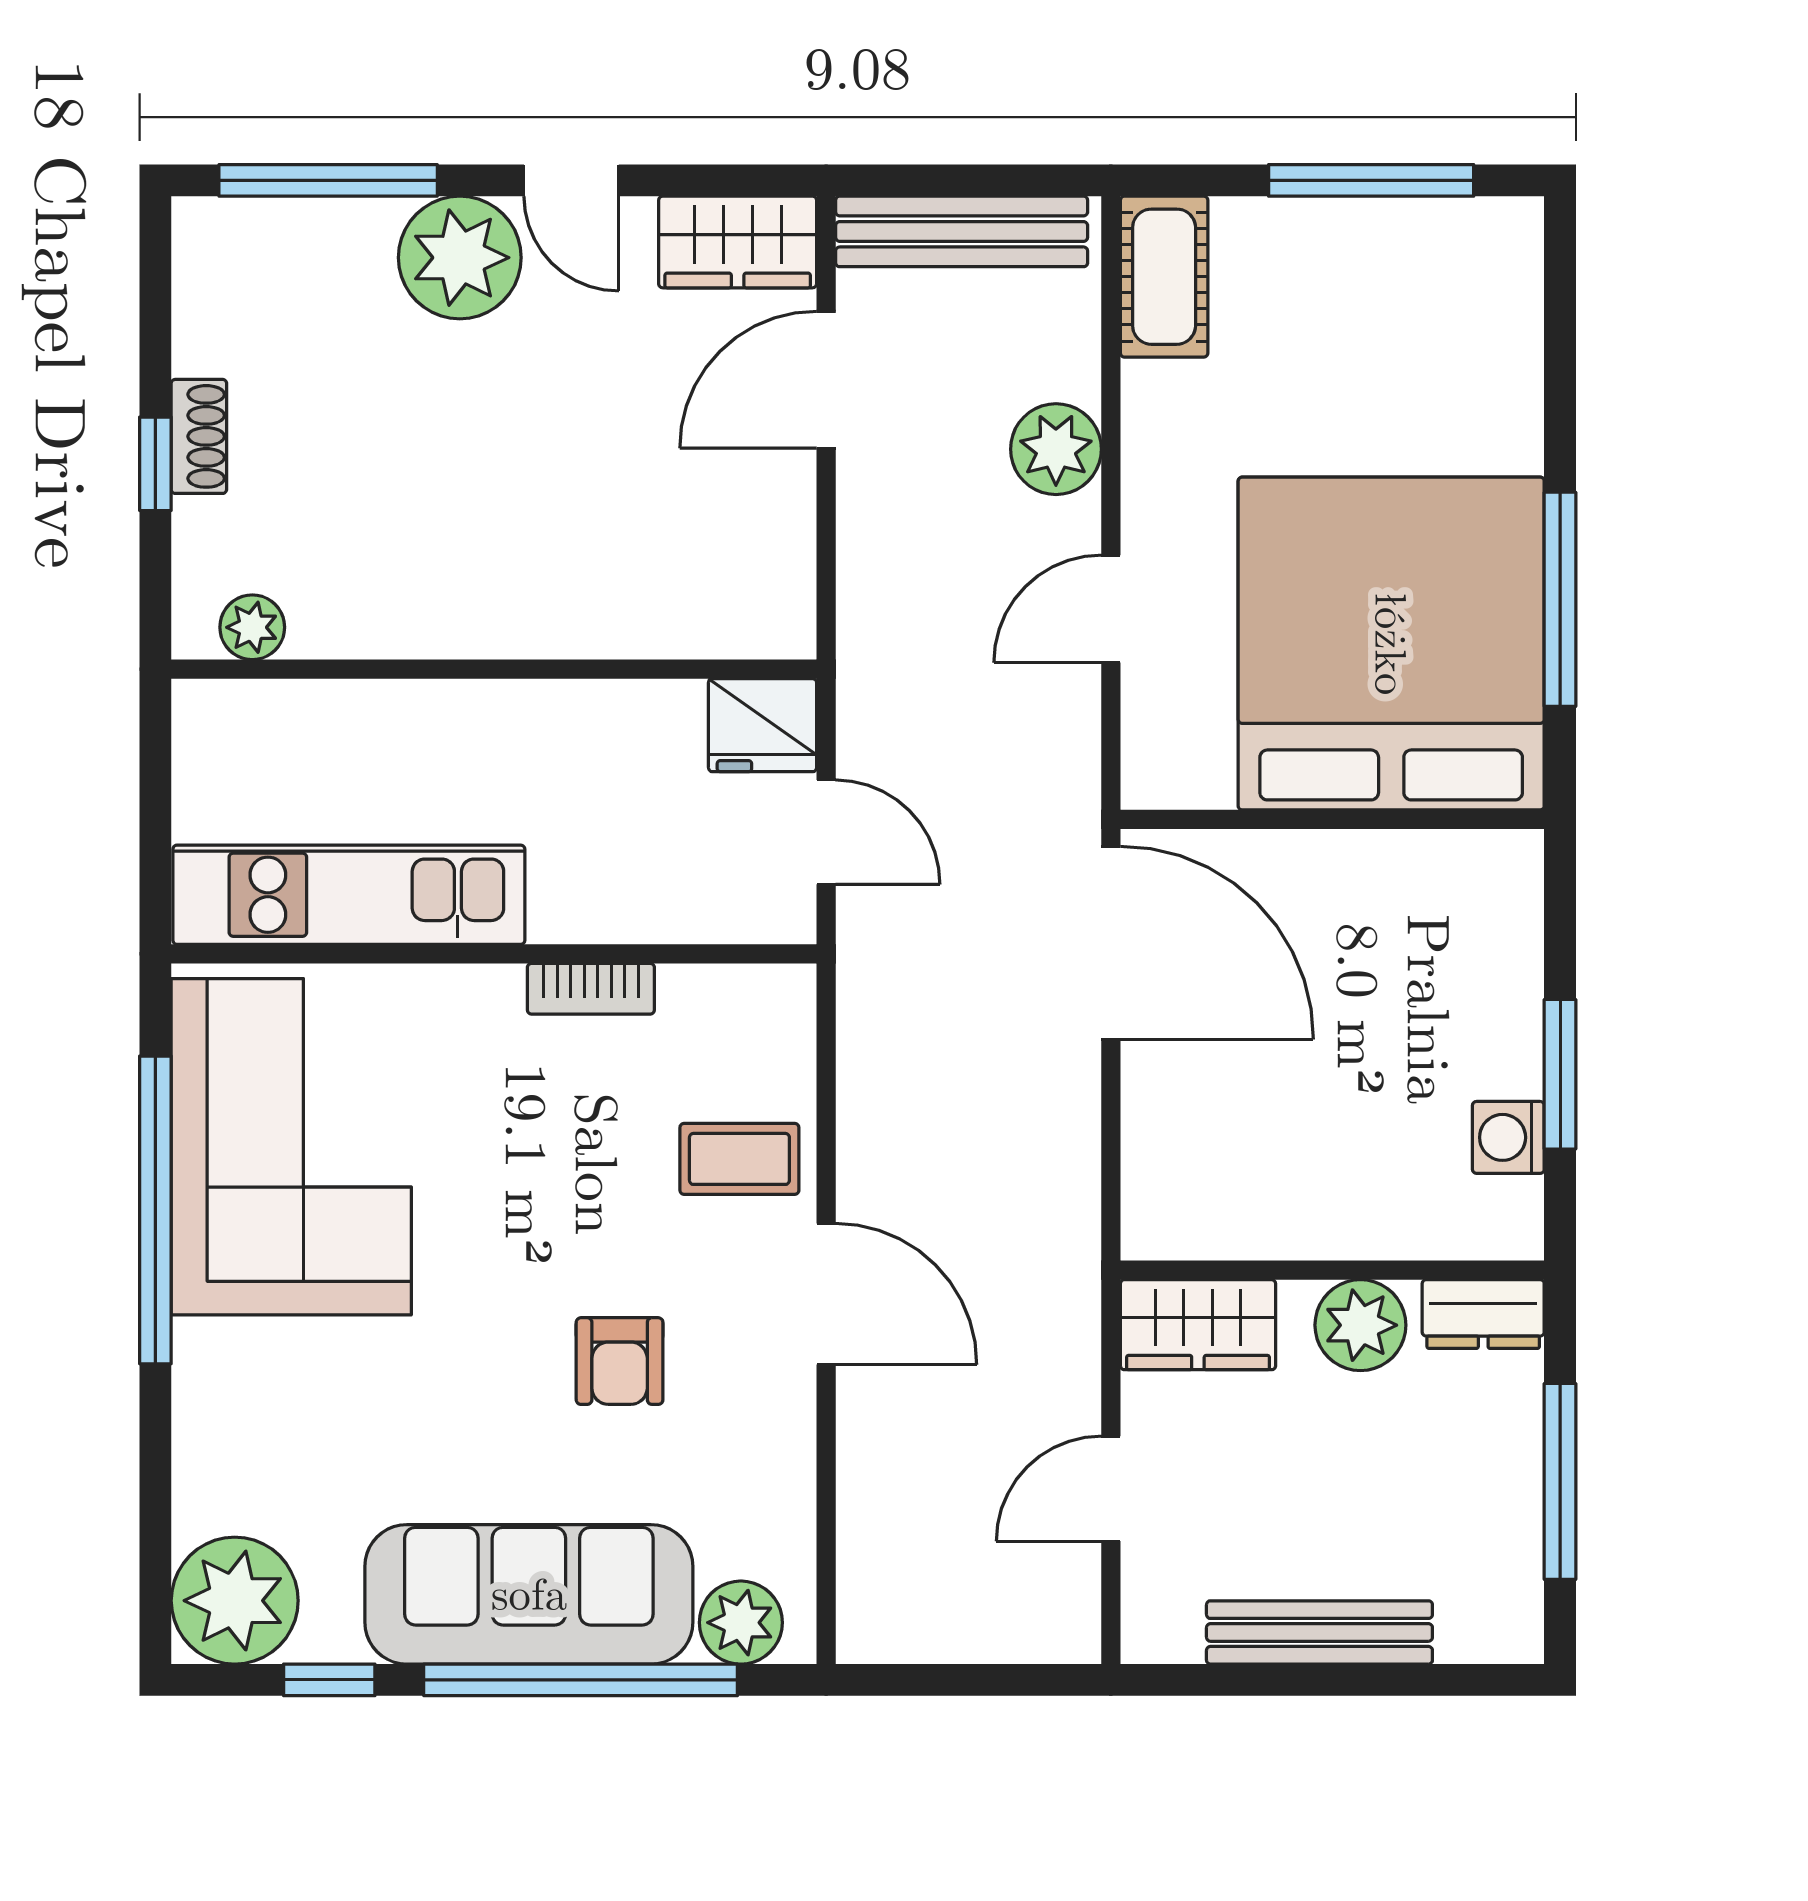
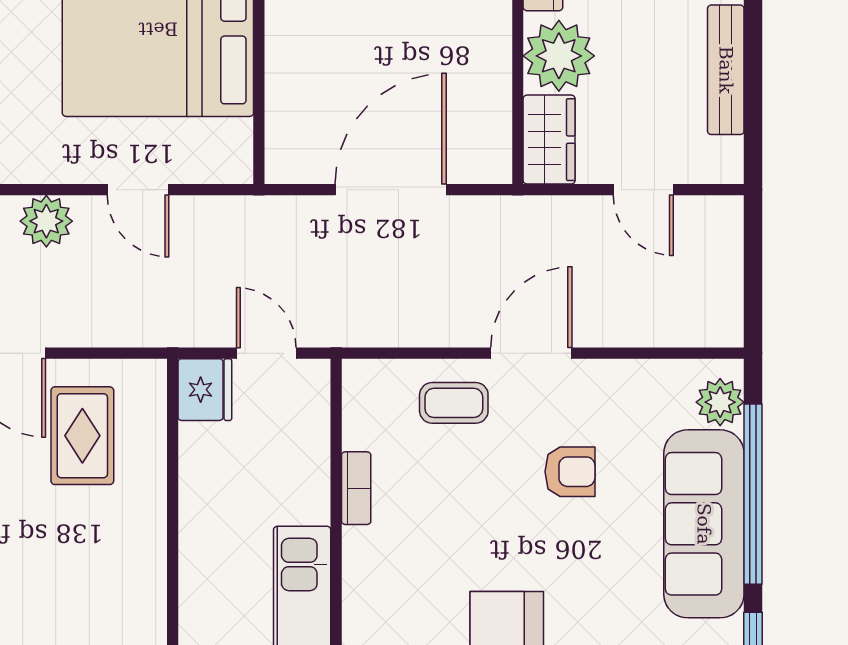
rug: (682, 512) -> (82, 436), added
door: (826, 832) -> (266, 353), hinge flipped
door: (1111, 943) -> (391, 190), moved
coffee table: (739, 1159) -> (454, 403), turned 90
plant: (1360, 1325) -> (559, 56), width x1.36, depth x1.36

